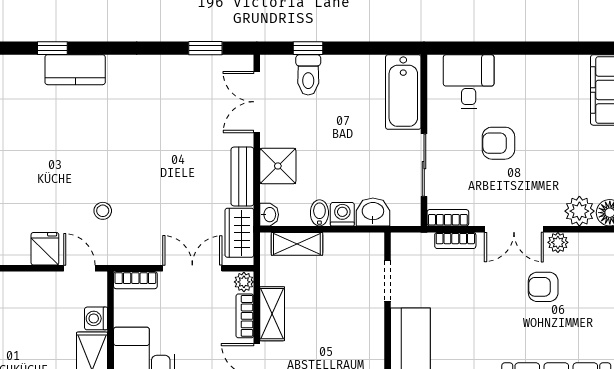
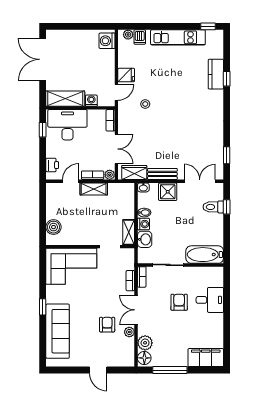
kitchen counter: (75, 70) -> (216, 74), moved
desk: (469, 82) -> (210, 300), moved
shelving: (297, 244) -> (129, 232), moved

